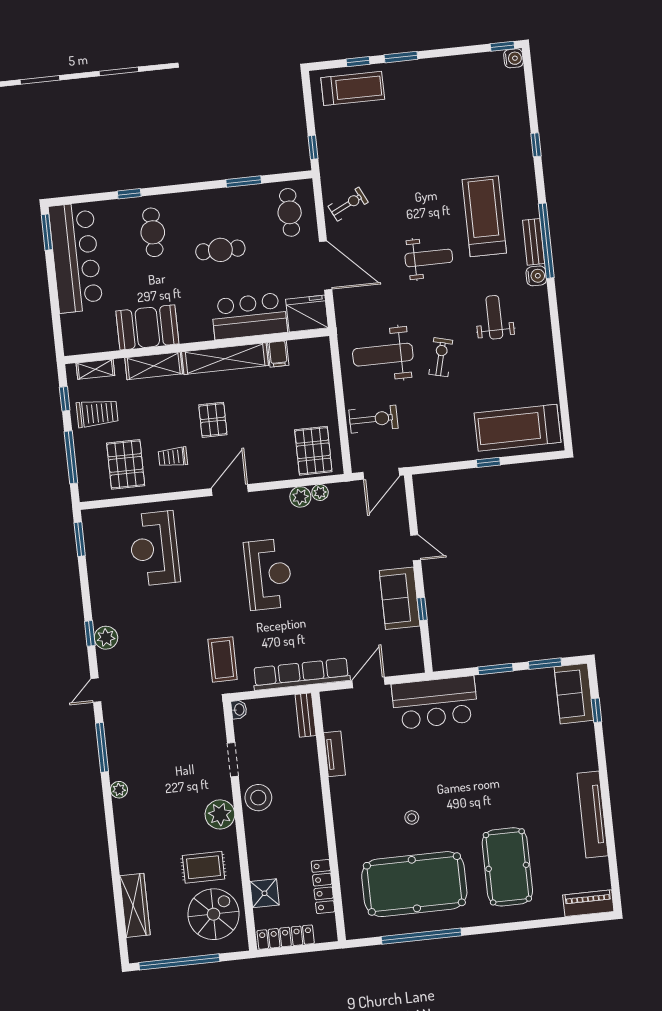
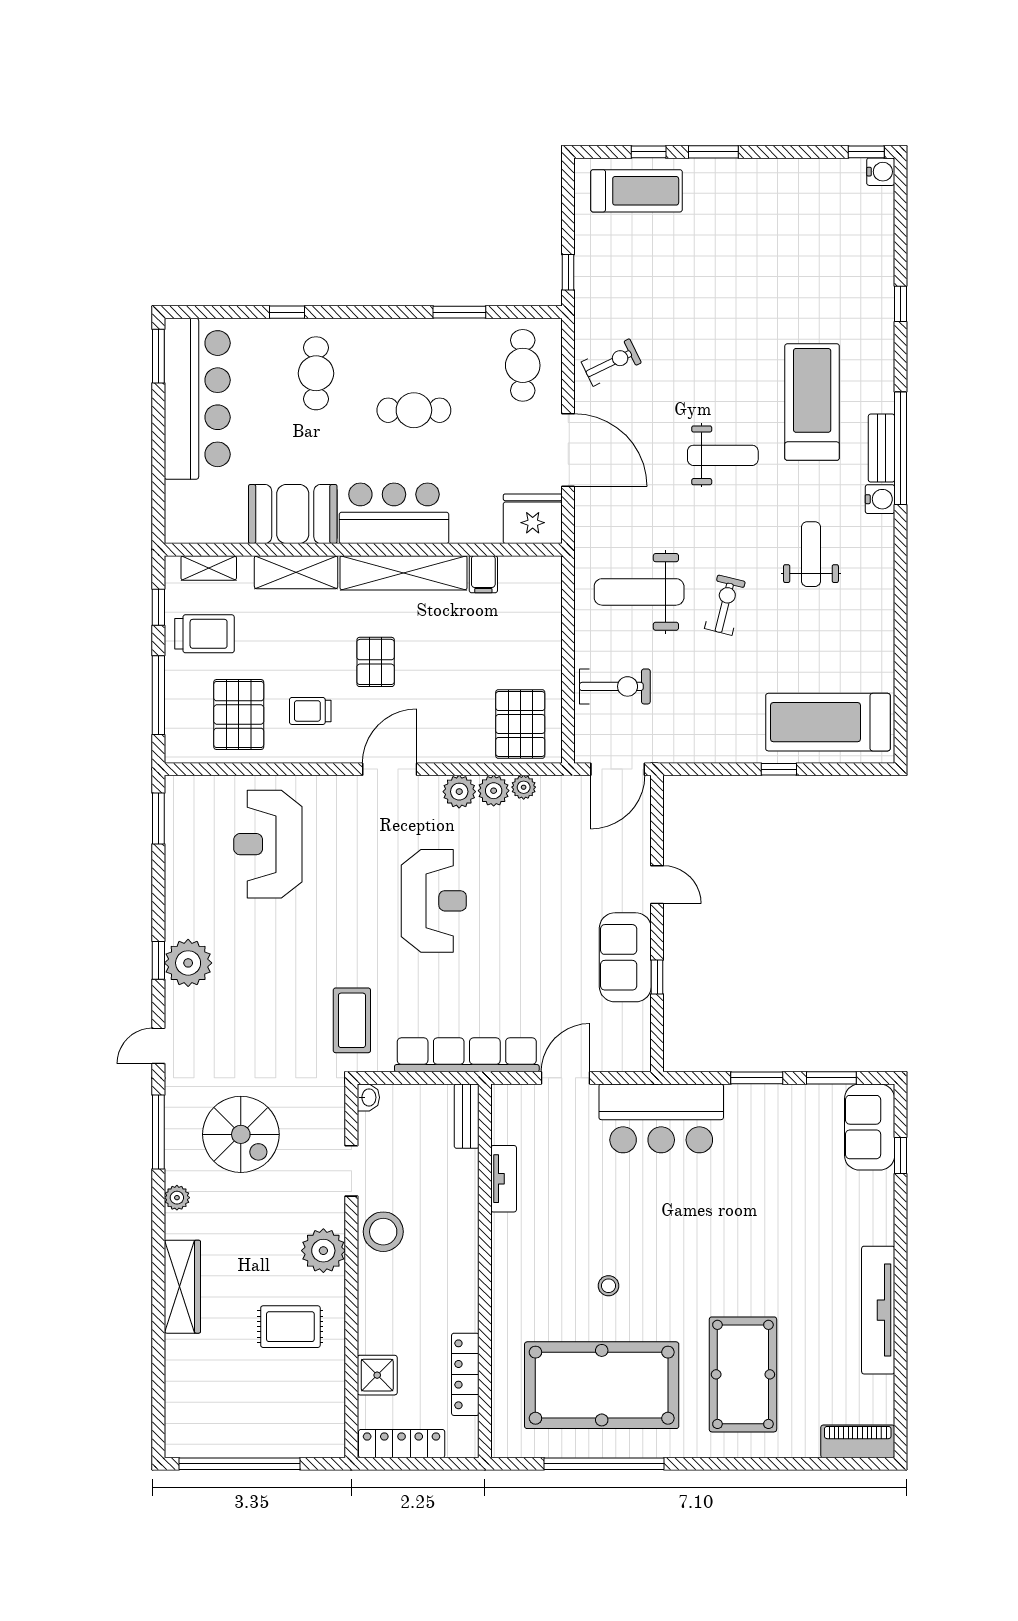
bar counter: (249, 316) -> (394, 513), moved
plant: (278, 500) -> (459, 792), added
plant: (106, 638) -> (188, 963), width x1.36, depth x1.36
wardrobe: (135, 905) -> (182, 1287), moved
spiral stairs: (214, 914) -> (241, 1134), moved, turned 90

